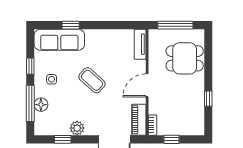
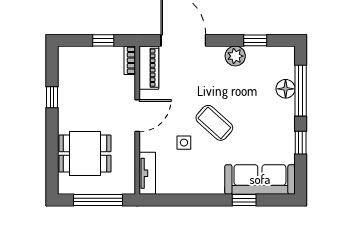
side table: (52, 79) -> (184, 143), moved

